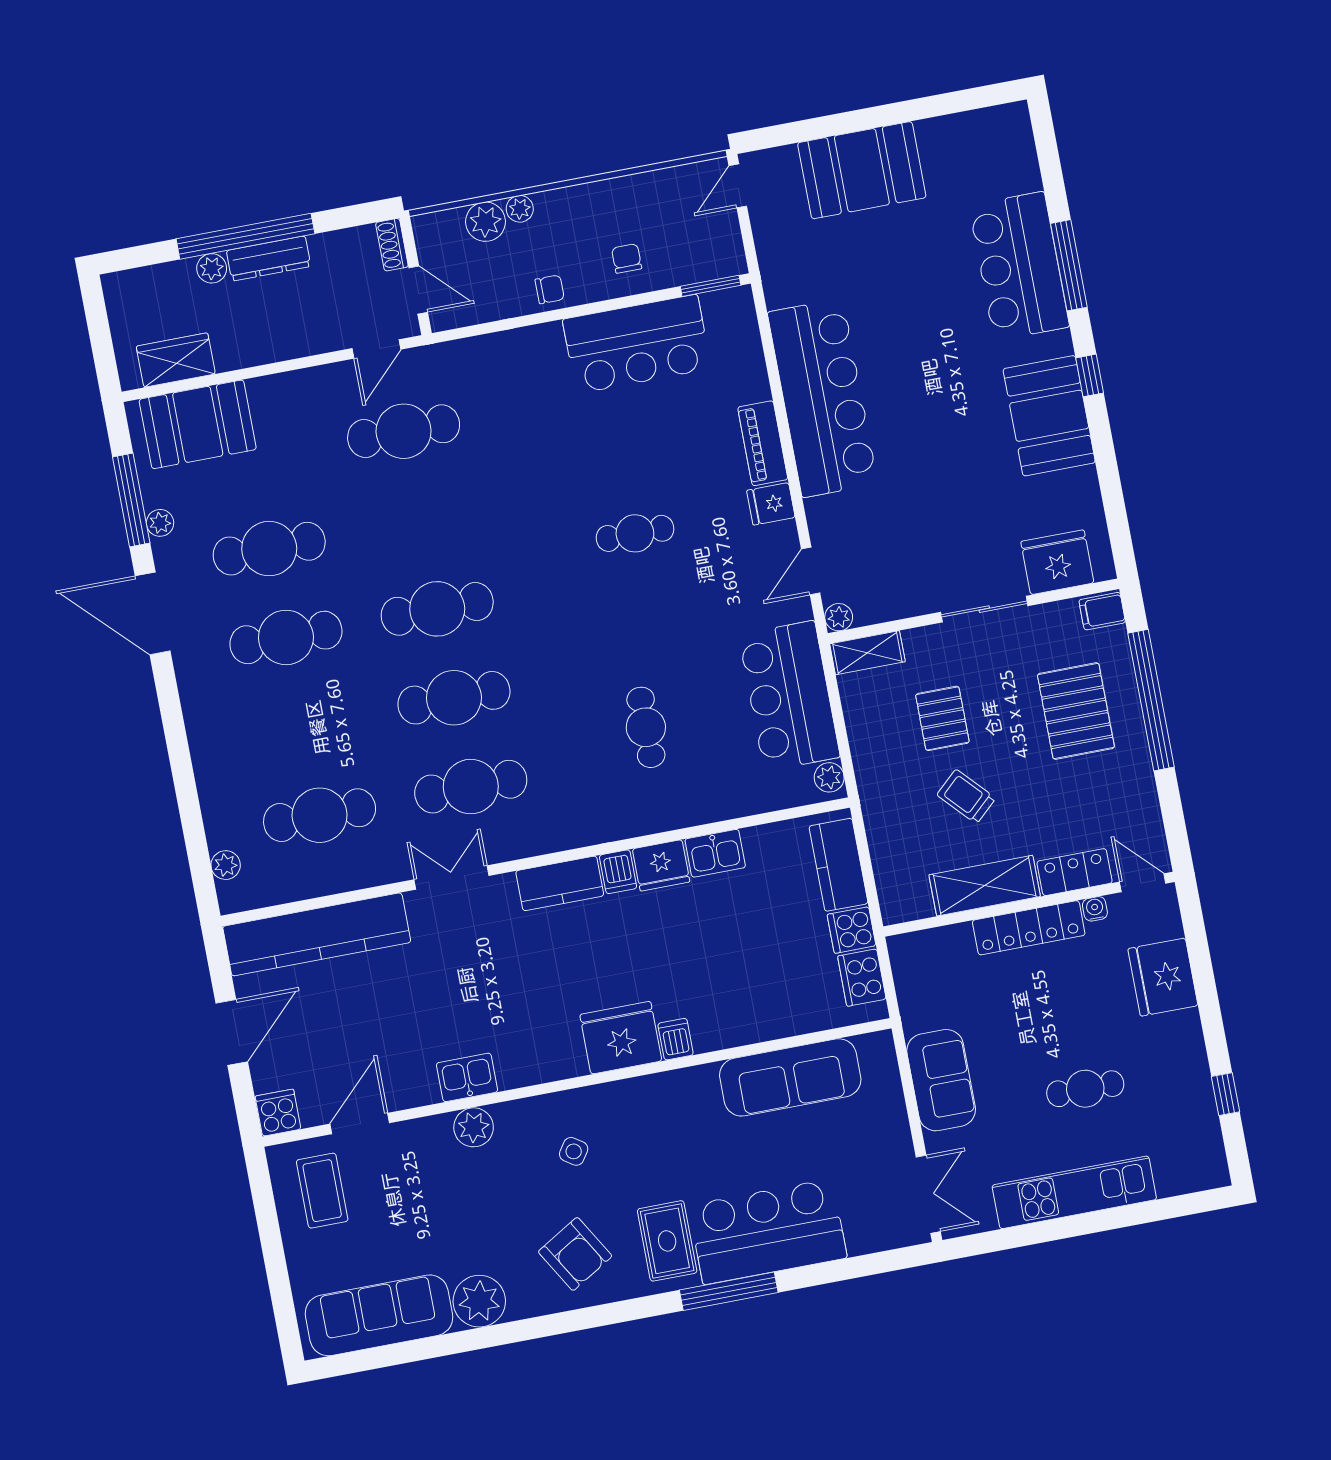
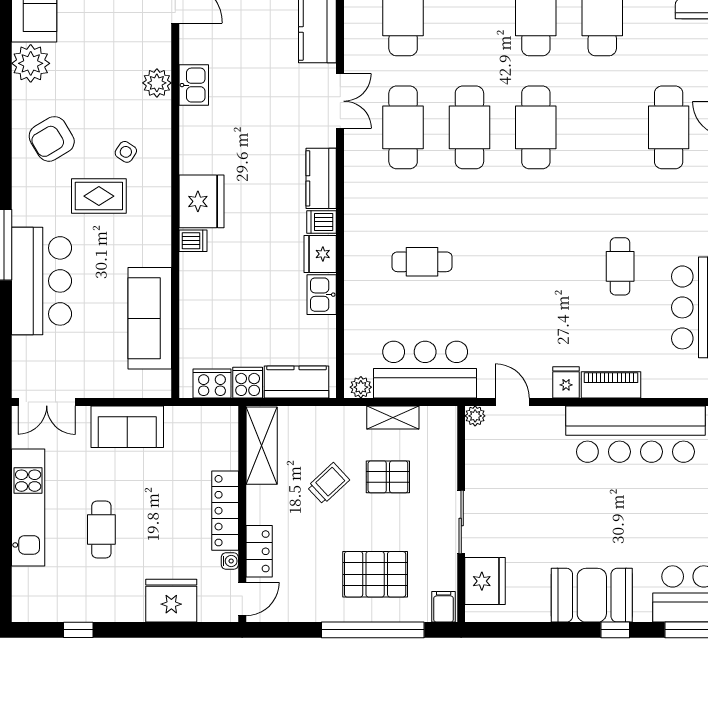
cafe table: (635, 533) -> (620, 266), moved
shelving: (867, 653) -> (393, 417), moved, turned 90
shelving: (985, 886) -> (262, 446), moved
rug: (667, 1241) -> (99, 196), moved

